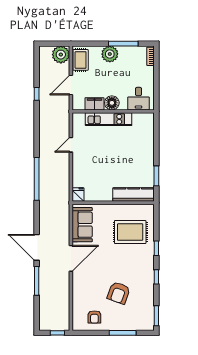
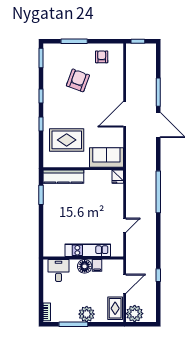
filing cabinet: (94, 104) -> (97, 265), width x0.50
sofa: (82, 225) -> (106, 158), moved, turned 90

